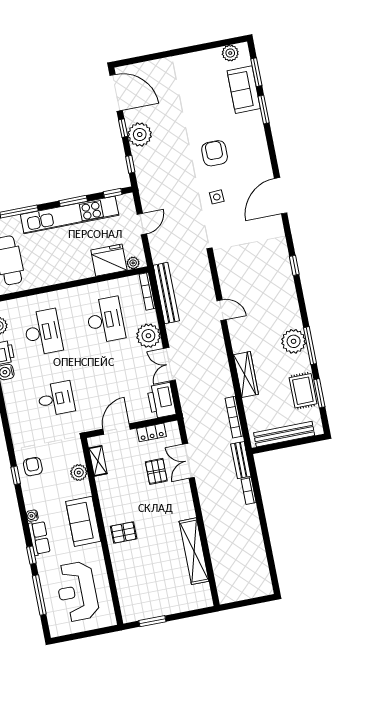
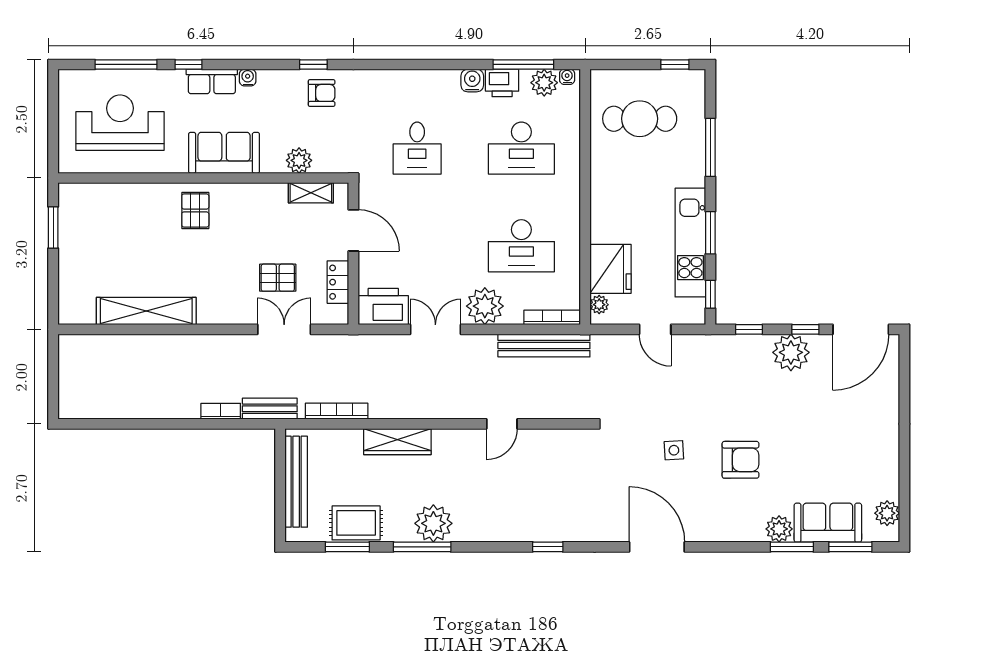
plant: (254, 120) -> (779, 529), added
kitchen unit: (70, 215) -> (690, 243), width x0.73

